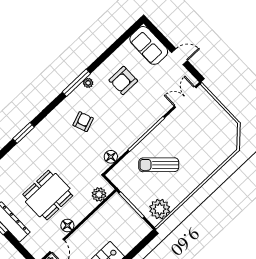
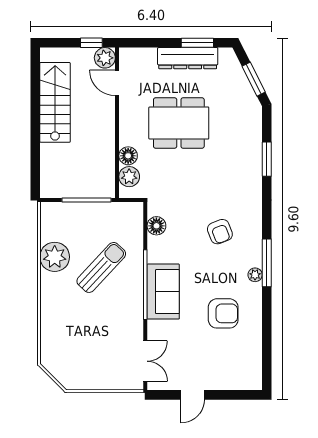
sofa: (149, 45) -> (163, 292), moved, turned 90
armchair: (123, 80) -> (223, 313), turned 90
dining table: (48, 195) -> (179, 123), turned 90
plant: (160, 209) -> (55, 257), moved
floor lamp: (67, 225) -> (128, 156), moved

